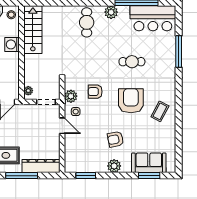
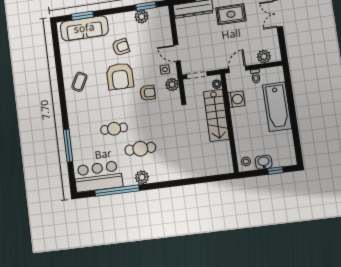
cafe table: (87, 22) -> (140, 149), moved, turned 90
stairs: (33, 30) -> (216, 115), moved
washing machine: (12, 44) -> (236, 99), moved
armchair: (131, 101) -> (120, 76), moved
sofa: (149, 163) -> (84, 28), width x1.36
plant: (114, 166) -> (142, 17), moved

